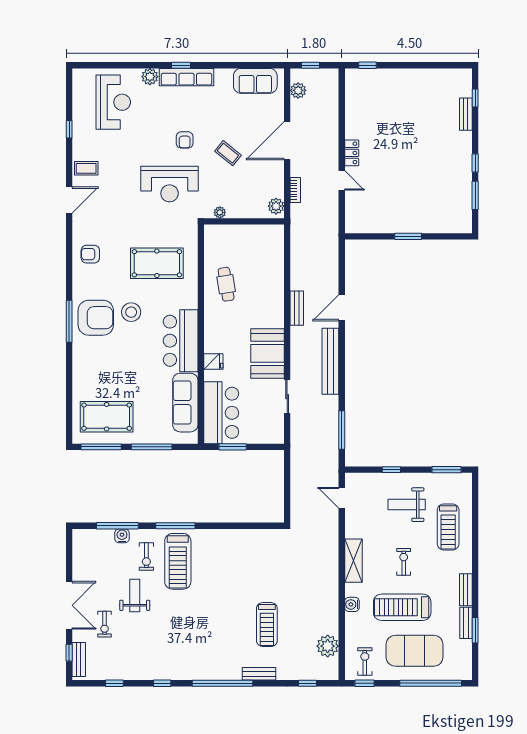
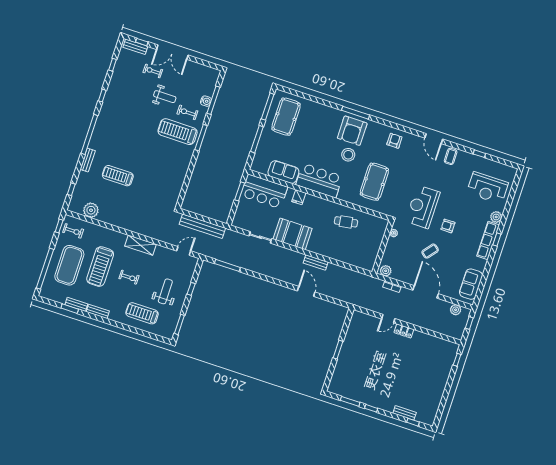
bench: (330, 361) -> (202, 226), moved
sofa: (185, 403) -> (283, 172), width x0.73
water cooler: (352, 604) -> (113, 235), removed
treadmill: (402, 607) -> (100, 267), turned 180

